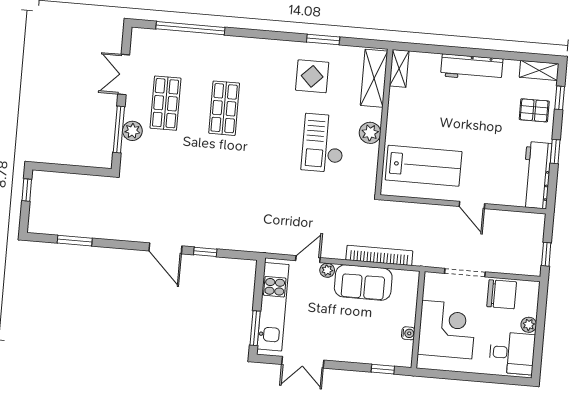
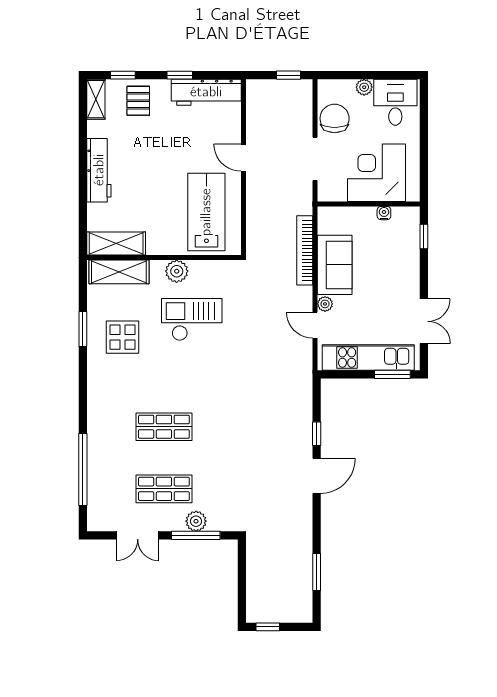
shelving: (399, 68) -> (116, 243), width x1.50, depth x1.33
checkout: (323, 143) -> (192, 320), turned 180
door: (472, 205) -> (243, 158), swing flipped

